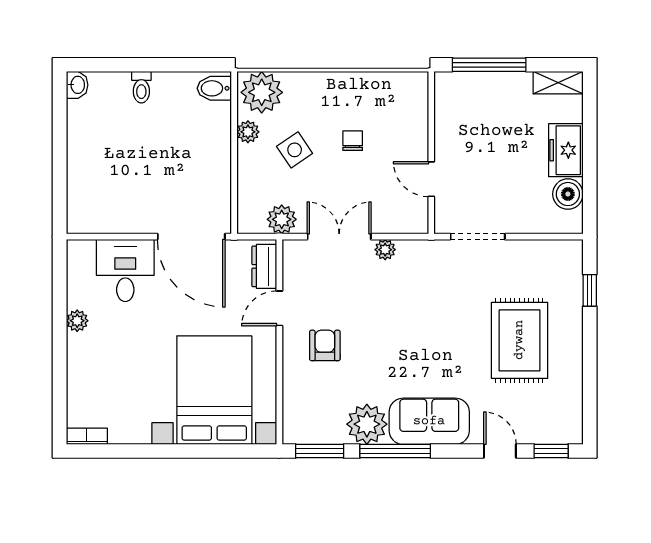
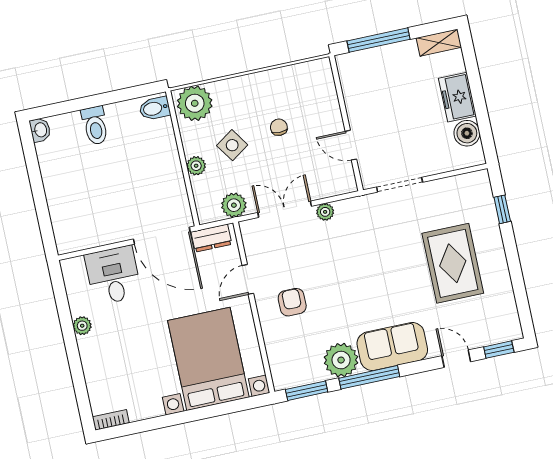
toilet: (141, 87) -> (95, 126), width x1.37, depth x1.39
plant: (248, 132) -> (196, 166), moved
dresser: (264, 266) -> (211, 238), moved, turned -90

